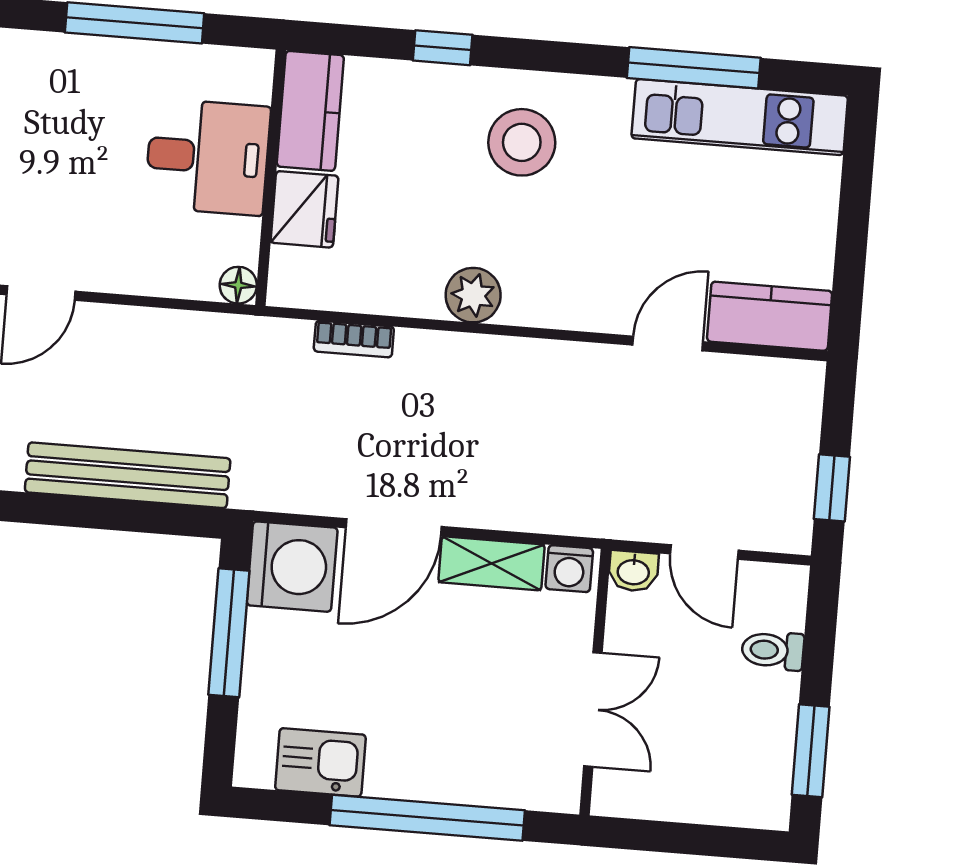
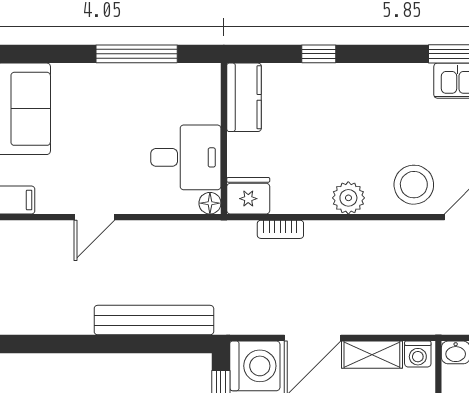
stool: (522, 142) -> (414, 185), moved
desk: (208, 157) -> (186, 157), moved
fridge: (304, 209) -> (248, 196), moved, turned -90

